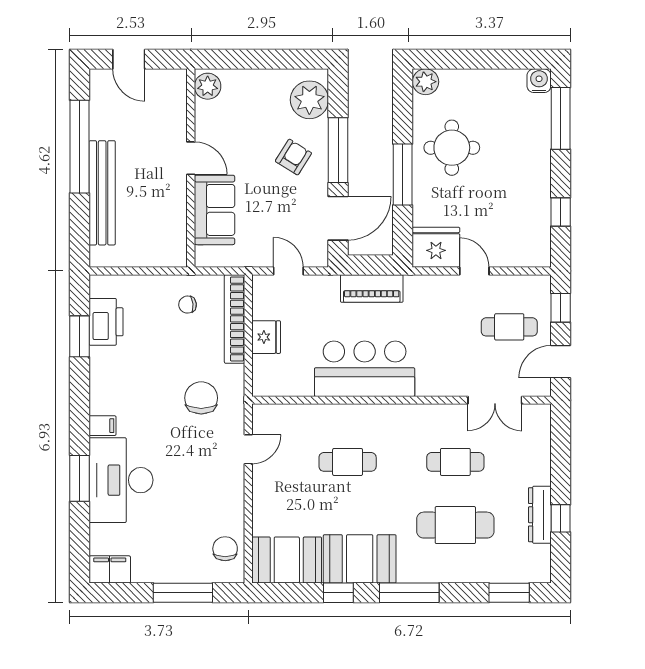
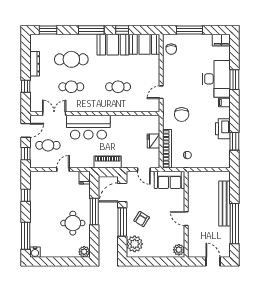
sofa: (215, 210) -> (169, 180), moved, turned -90
fridge: (436, 247) -> (85, 178), width x0.53, depth x0.75
door: (474, 271) -> (63, 170), swing flipped
printer: (106, 322) -> (223, 129), moved
bar counter: (365, 369) -> (88, 127), moved
window: (561, 518) -> (26, 86), moved

